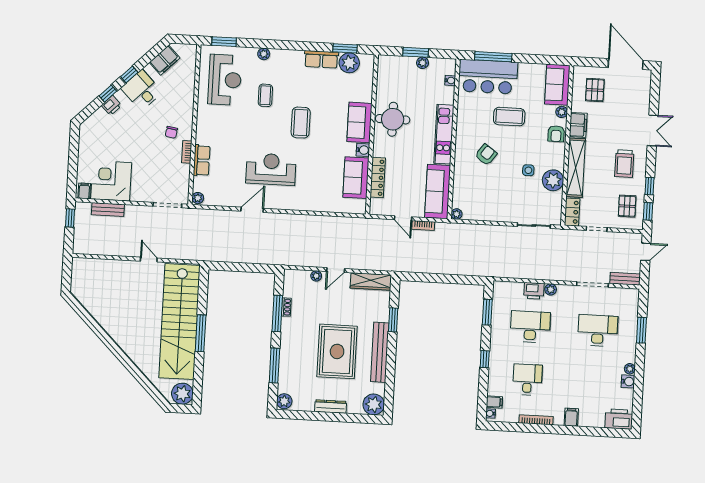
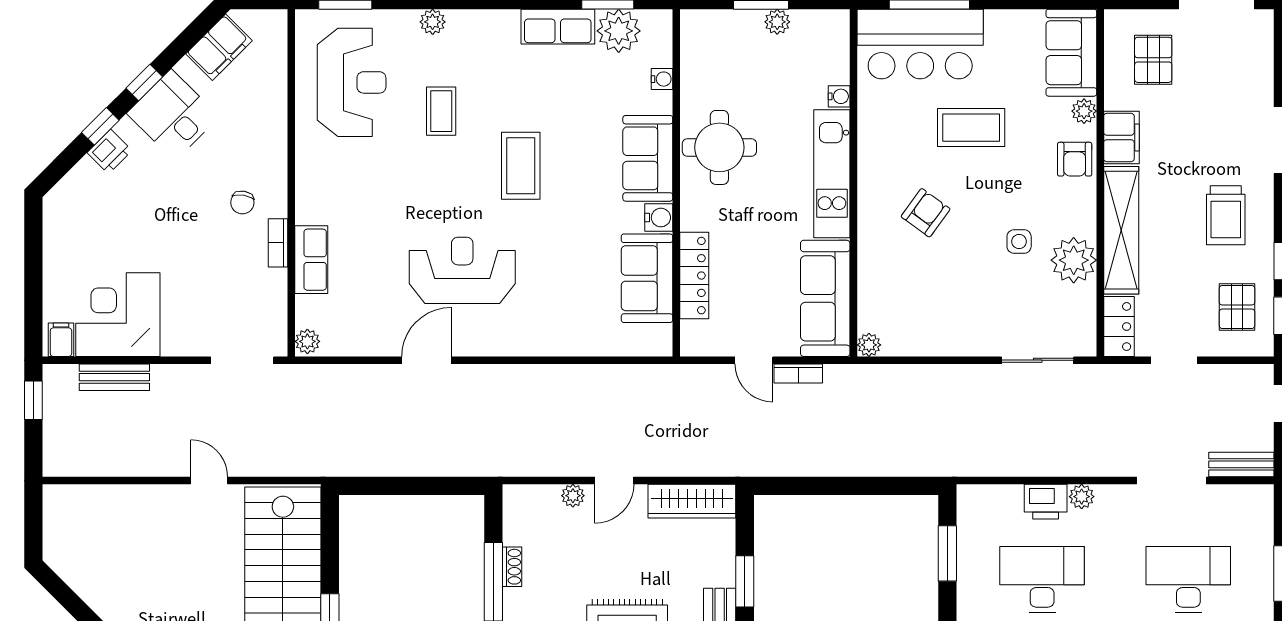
water cooler: (450, 80) -> (839, 96), moved
water cooler: (368, 86) -> (662, 79), added

